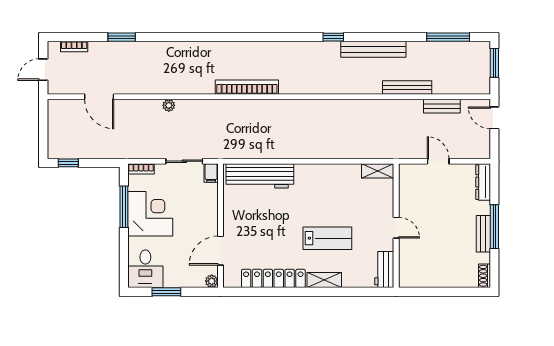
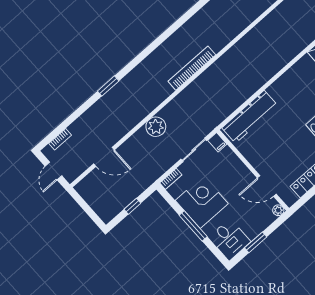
window: (122, 37) -> (108, 86), moved
plant: (169, 105) -> (156, 127), width x1.88, depth x1.88
window: (68, 163) -> (132, 206), moved
window: (124, 207) -> (193, 226), moved
door: (220, 251) -> (267, 186), hinge flipped

